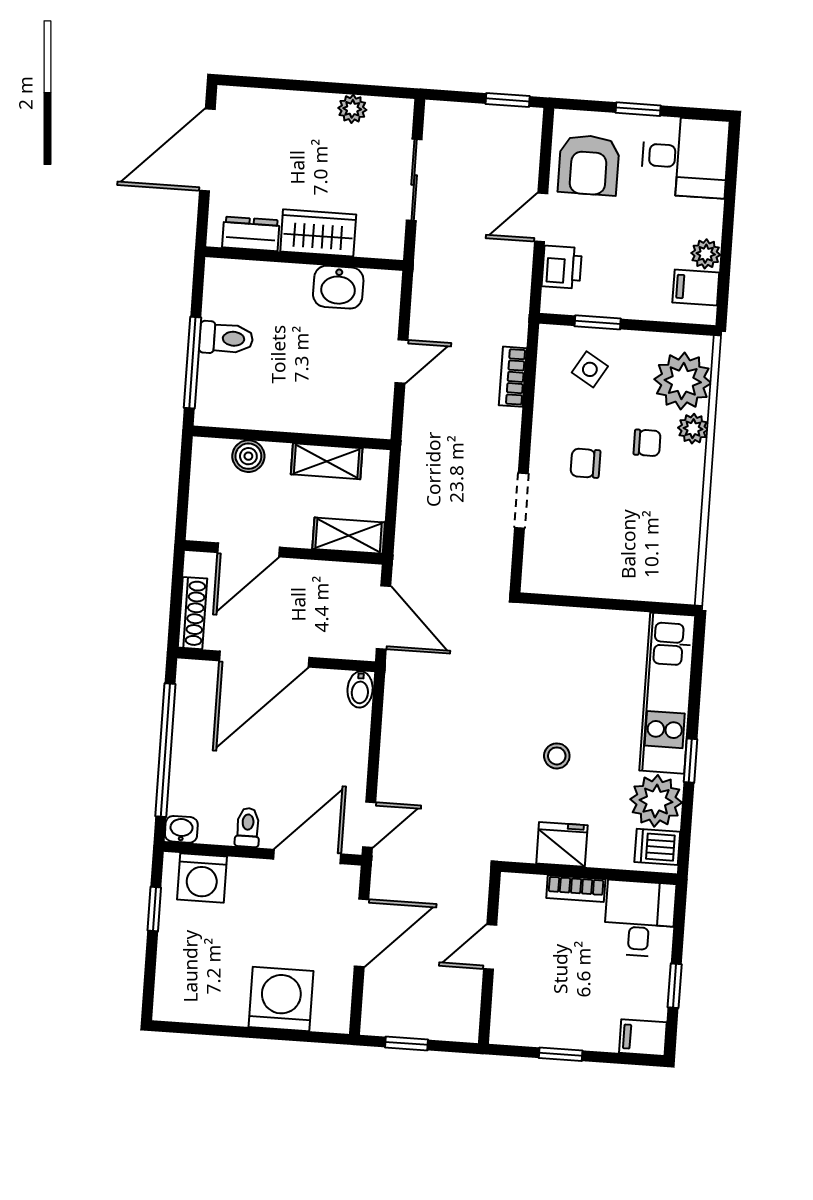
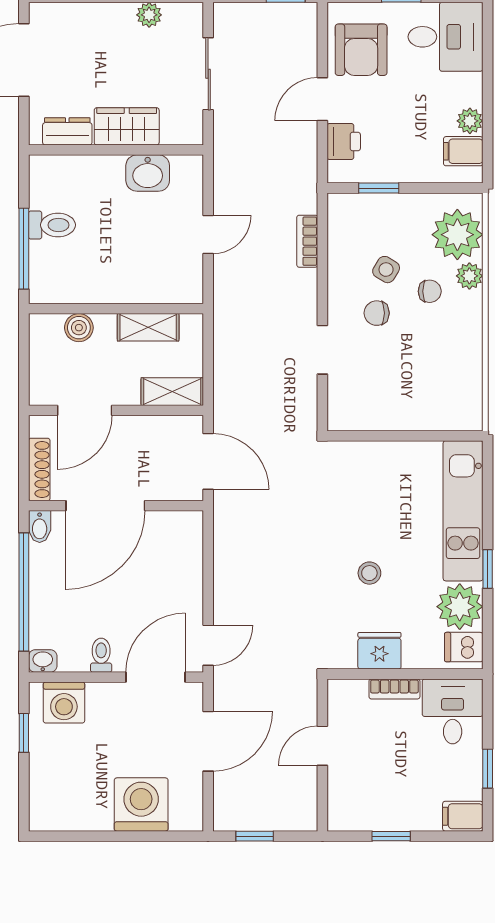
side table: (590, 369) -> (386, 270), moved
bidet: (360, 689) -> (40, 527), moved

